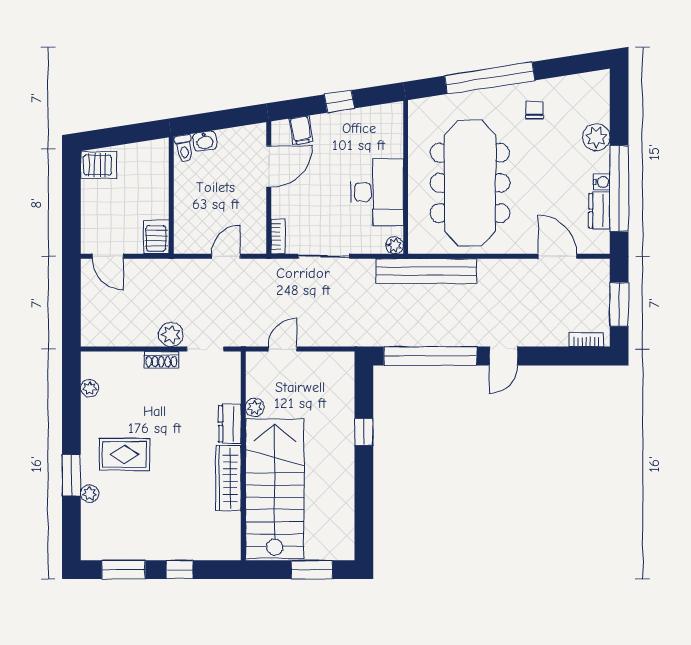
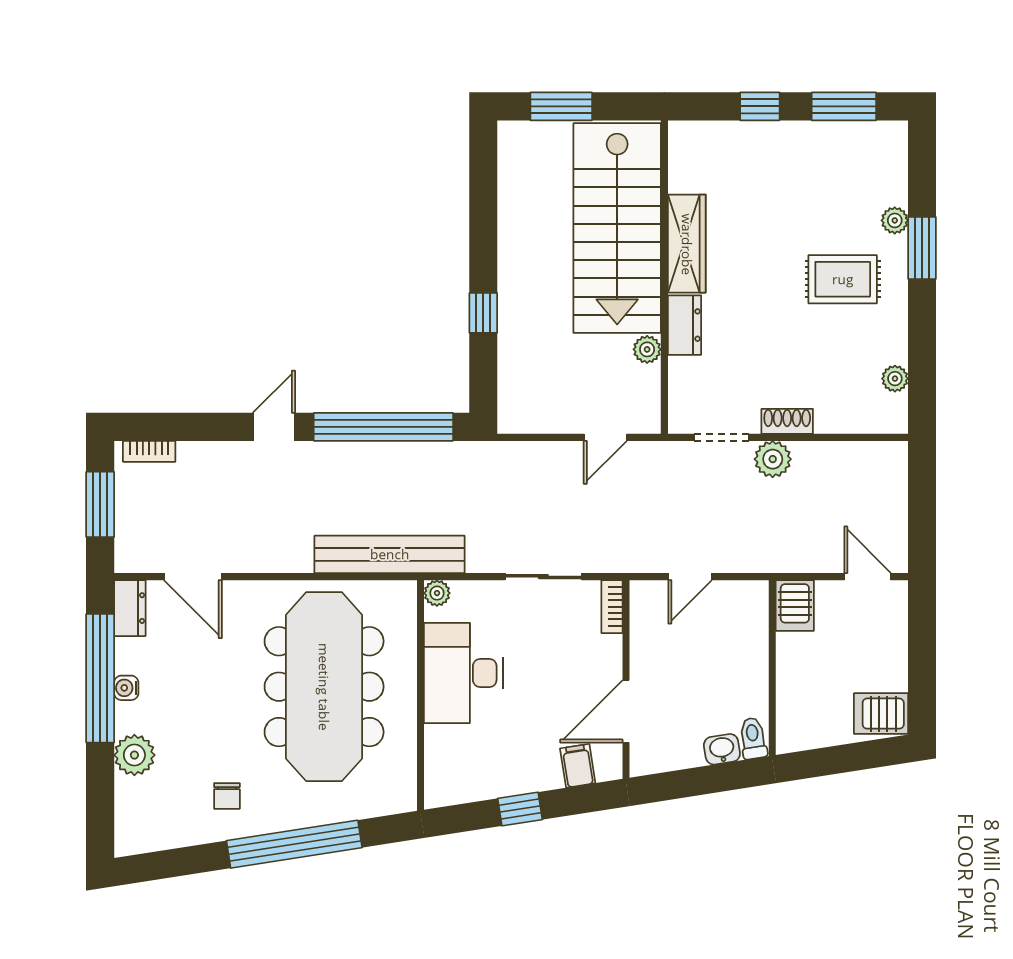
dresser: (599, 211) -> (130, 608), moved

